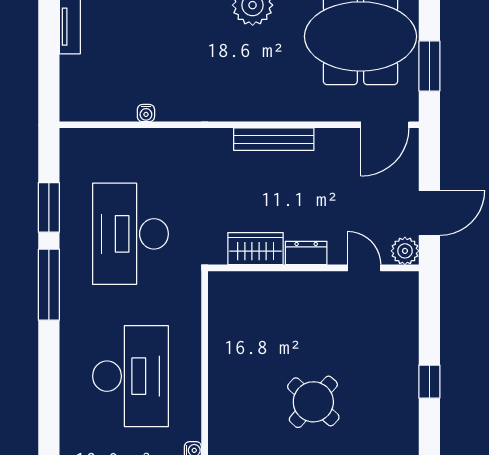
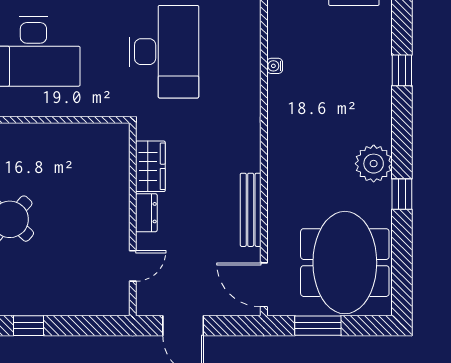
bench: (274, 139) -> (251, 210), moved
desk: (130, 234) -> (164, 52), turned 90
plant: (405, 251) -> (148, 303), removed

